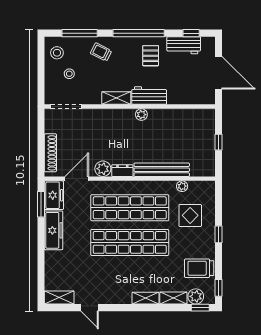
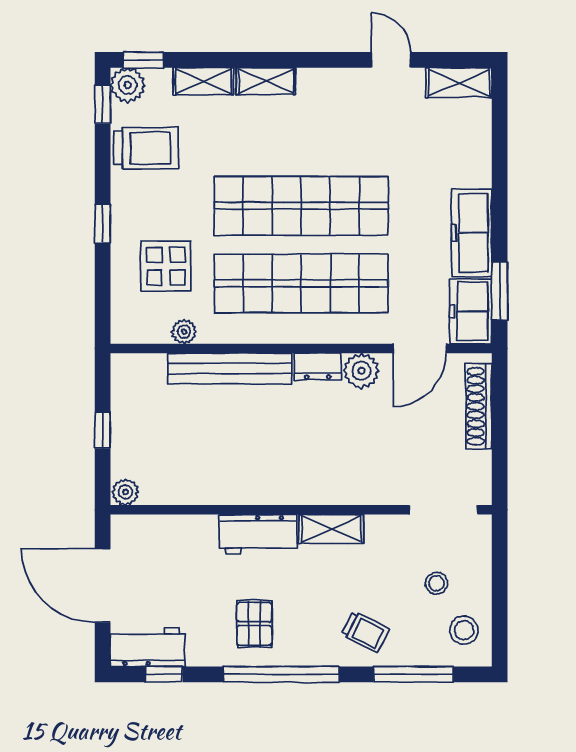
workbench: (184, 45) -> (148, 647), moved
plant: (141, 115) -> (125, 492), moved
plant: (196, 296) -> (128, 85), moved

